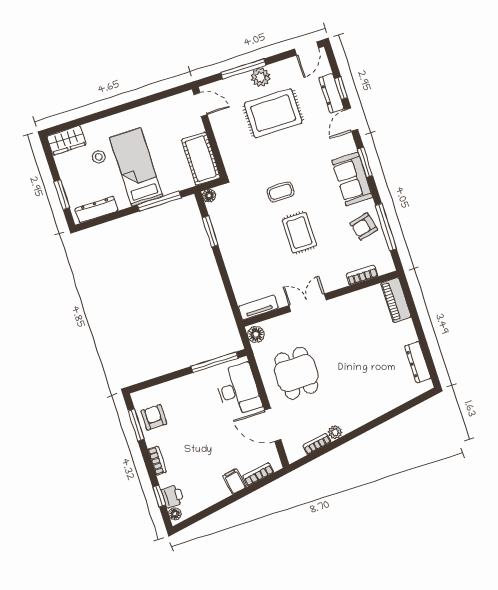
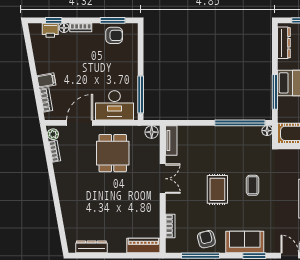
window: (210, 231) -> (240, 123), width x2.11
rug: (299, 233) -> (217, 189), turned 90
dining table: (296, 373) -> (113, 153), turned 90
plant: (335, 432) -> (53, 134), moved
floor lamp: (175, 514) -> (64, 28), moved

